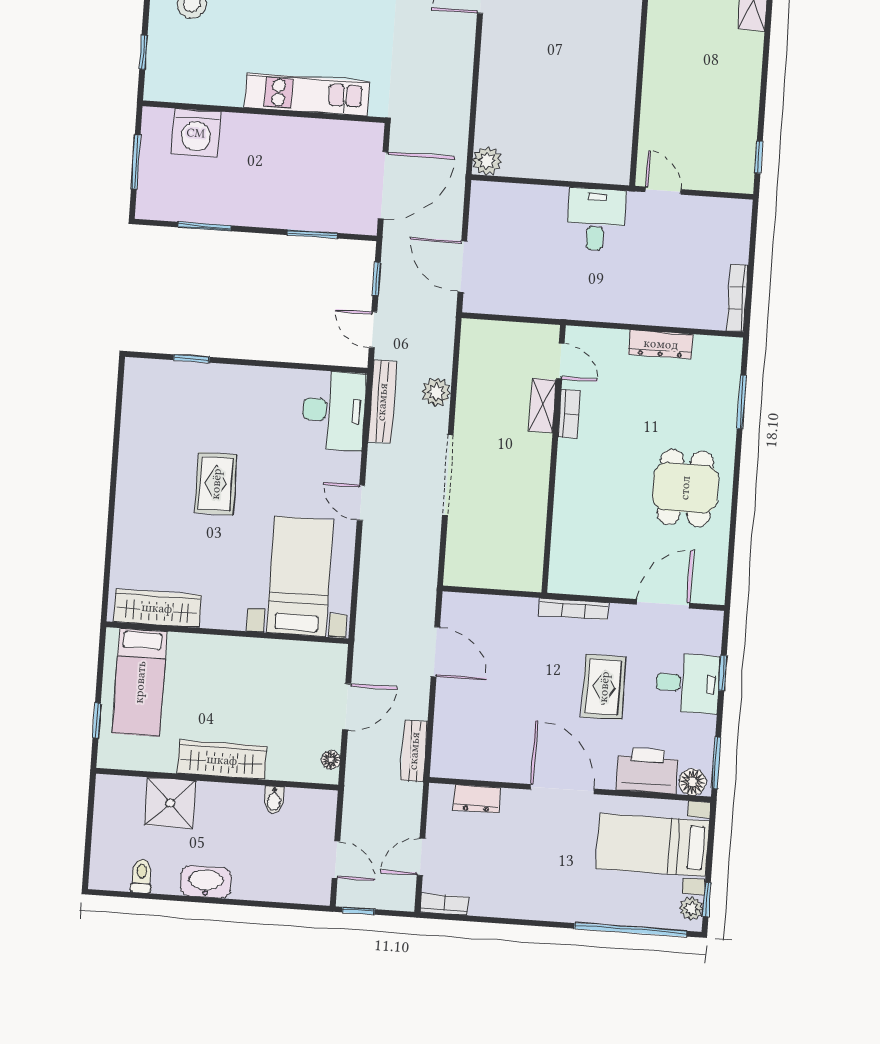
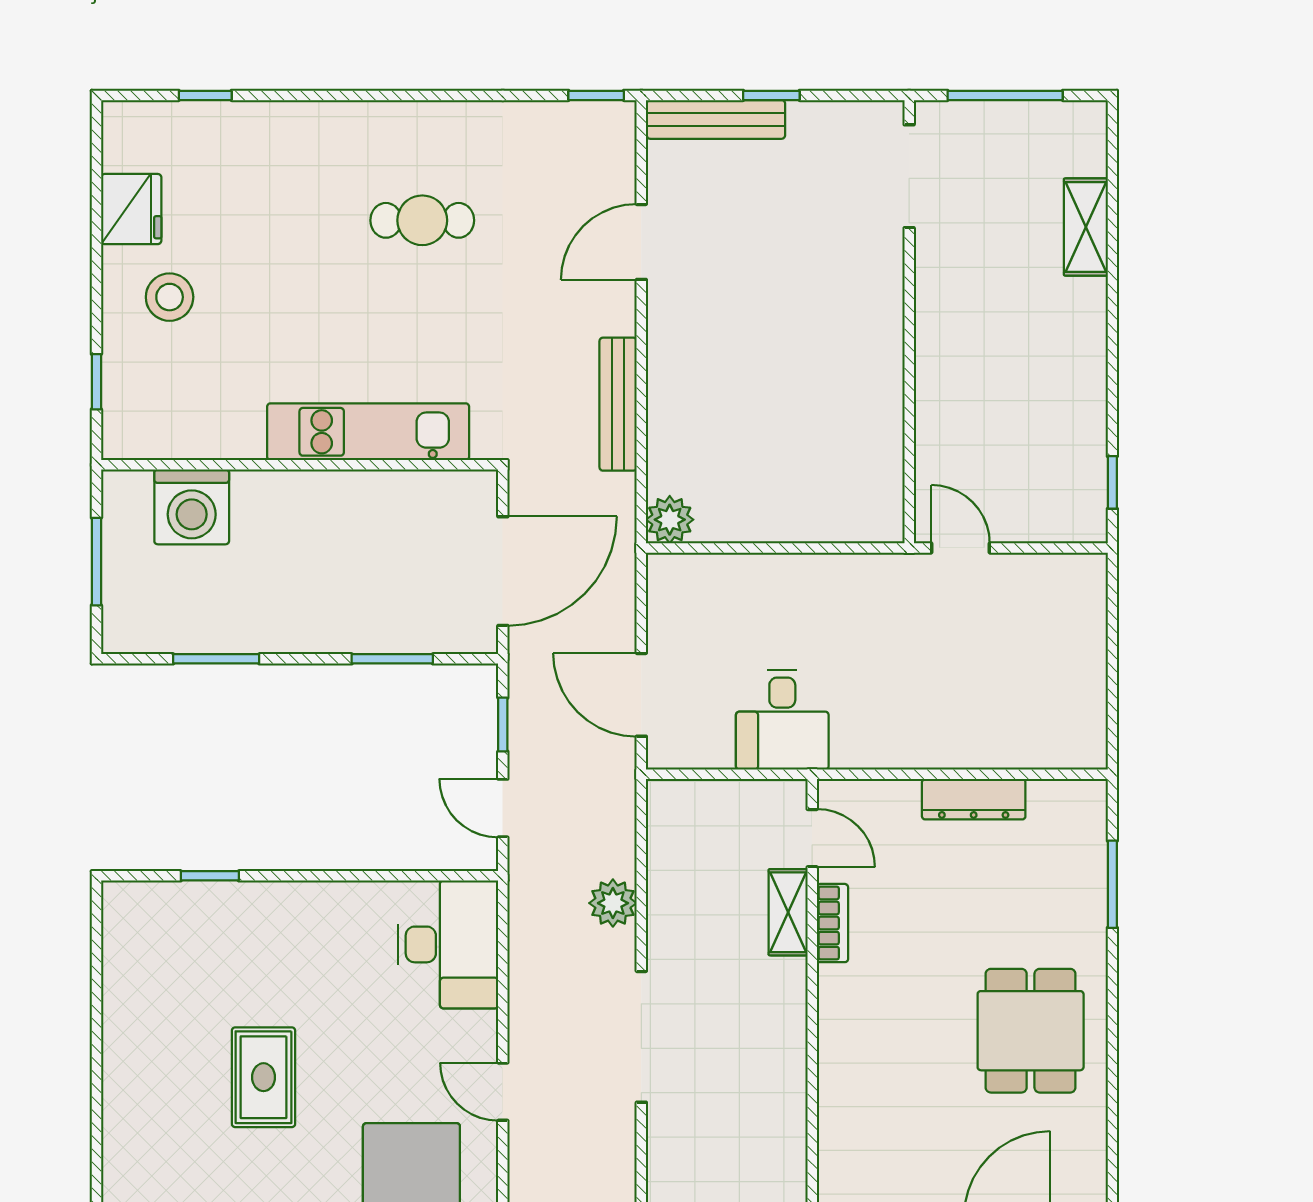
desk: (596, 219) -> (782, 720), moved, turned 180
bookcase: (737, 298) -> (1094, 715), removed
bench: (382, 402) -> (618, 404), moved

